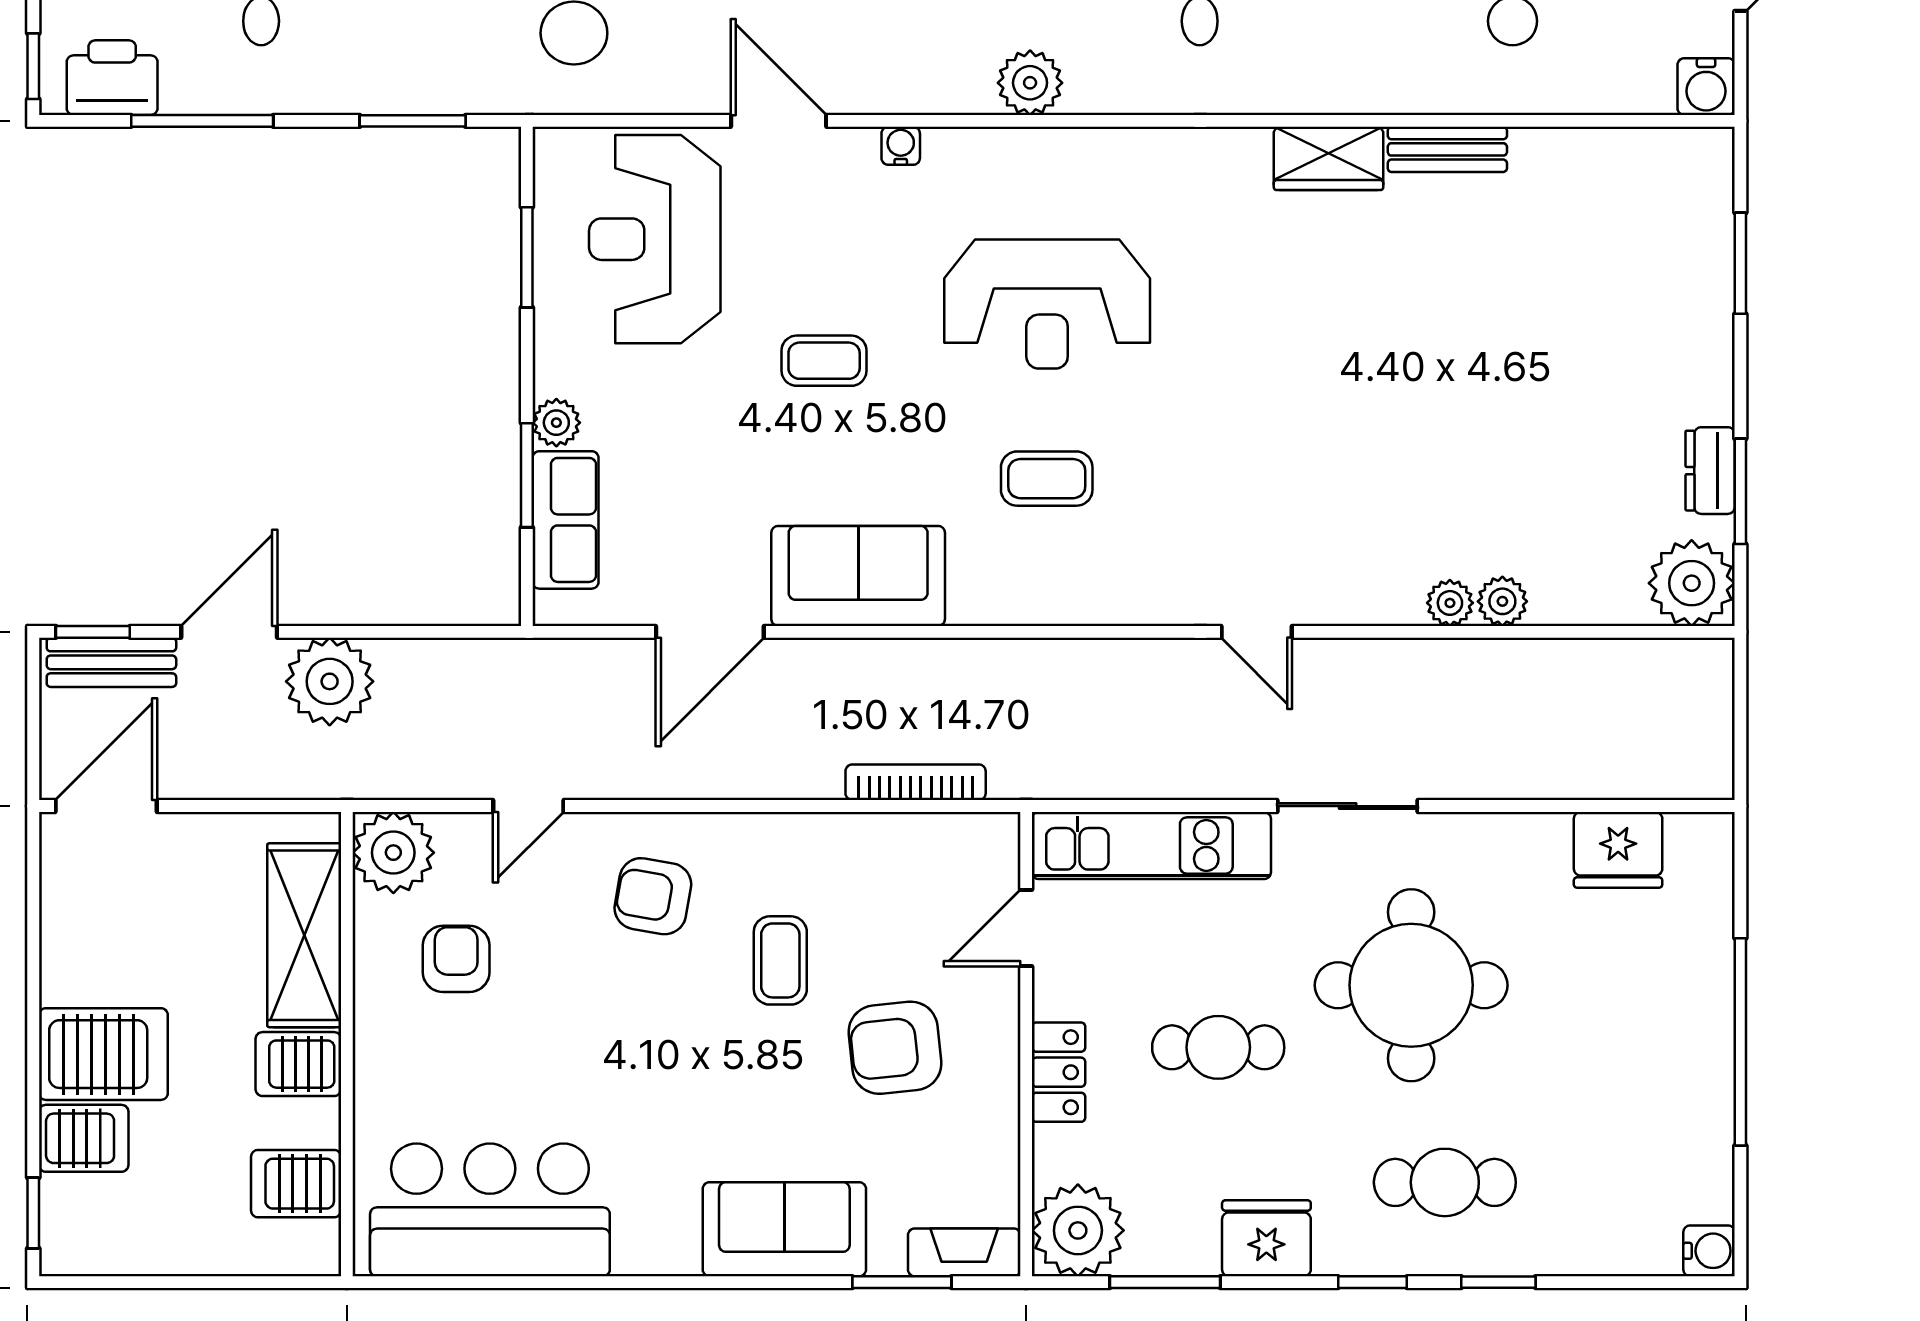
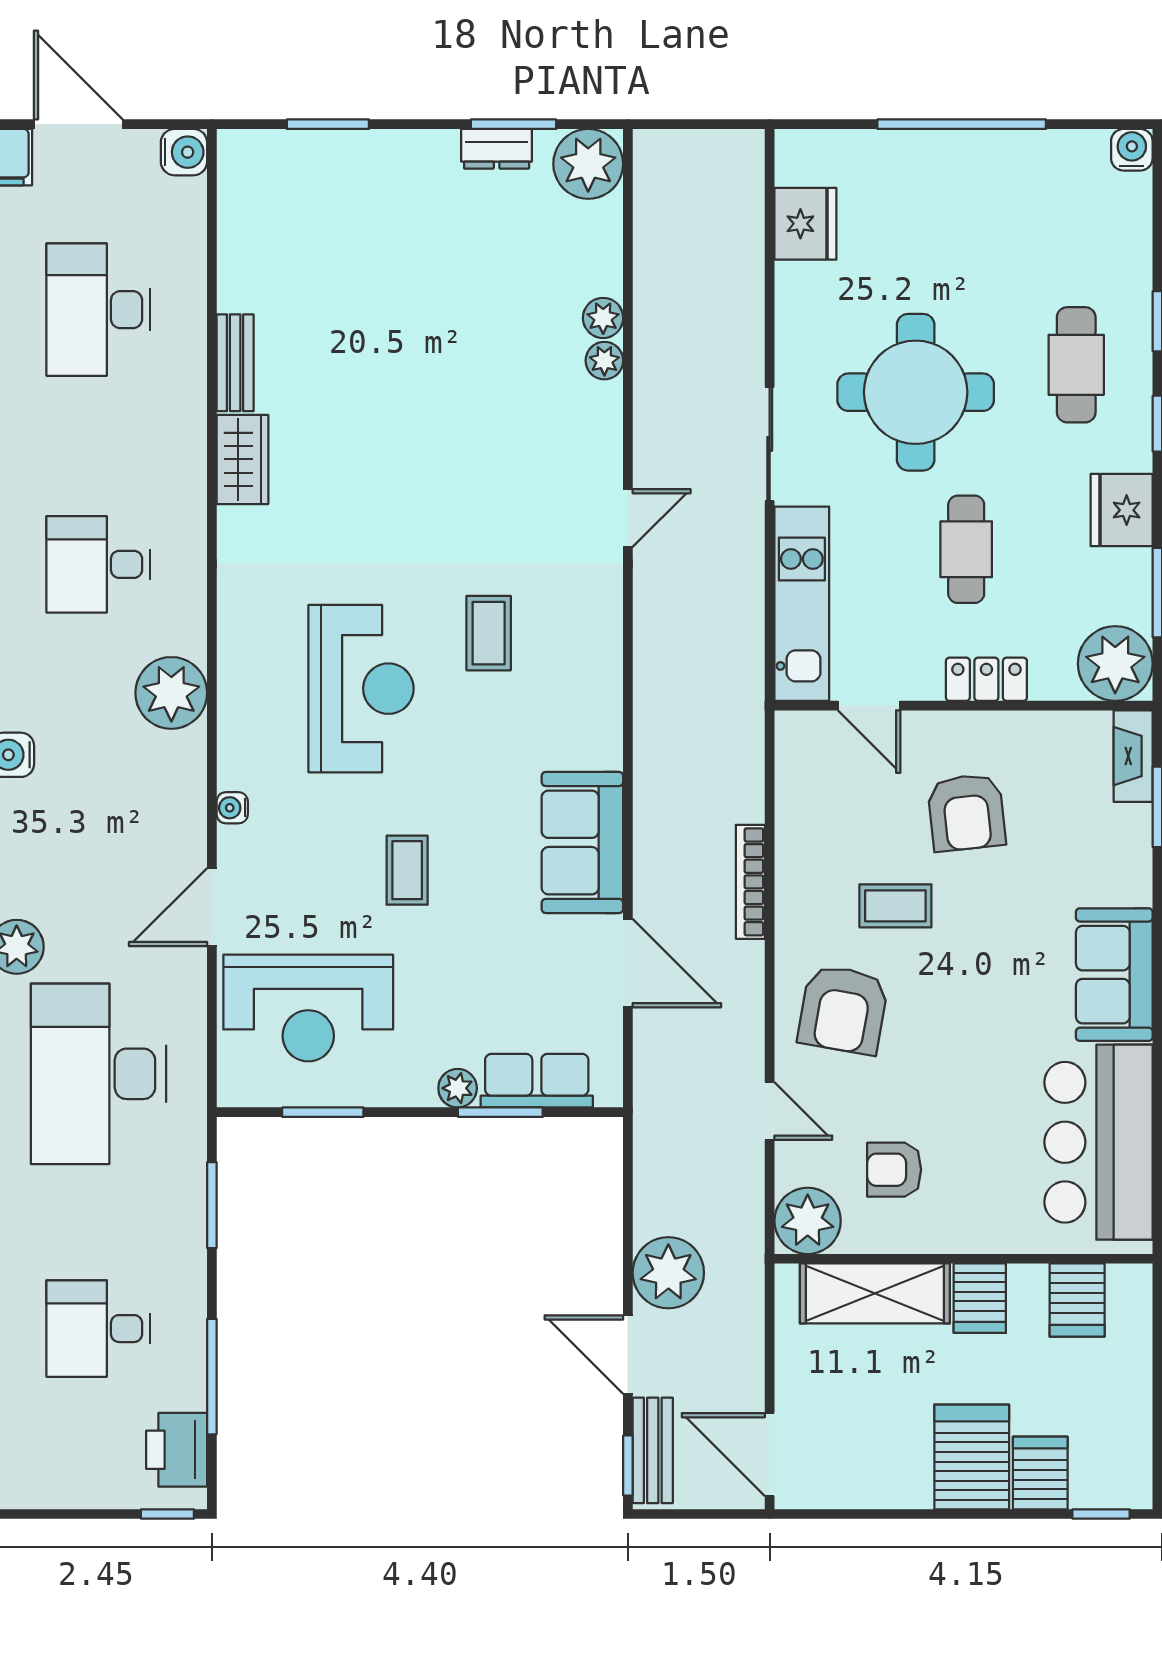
plant: (1030, 83) -> (171, 693), width x1.36, depth x1.36
coffee table: (1047, 479) -> (489, 633), moved
bookcase: (916, 782) -> (750, 882), moved
armchair: (653, 896) -> (843, 1010), width x1.38, depth x1.38
sofa: (784, 1229) -> (1114, 975), moved

